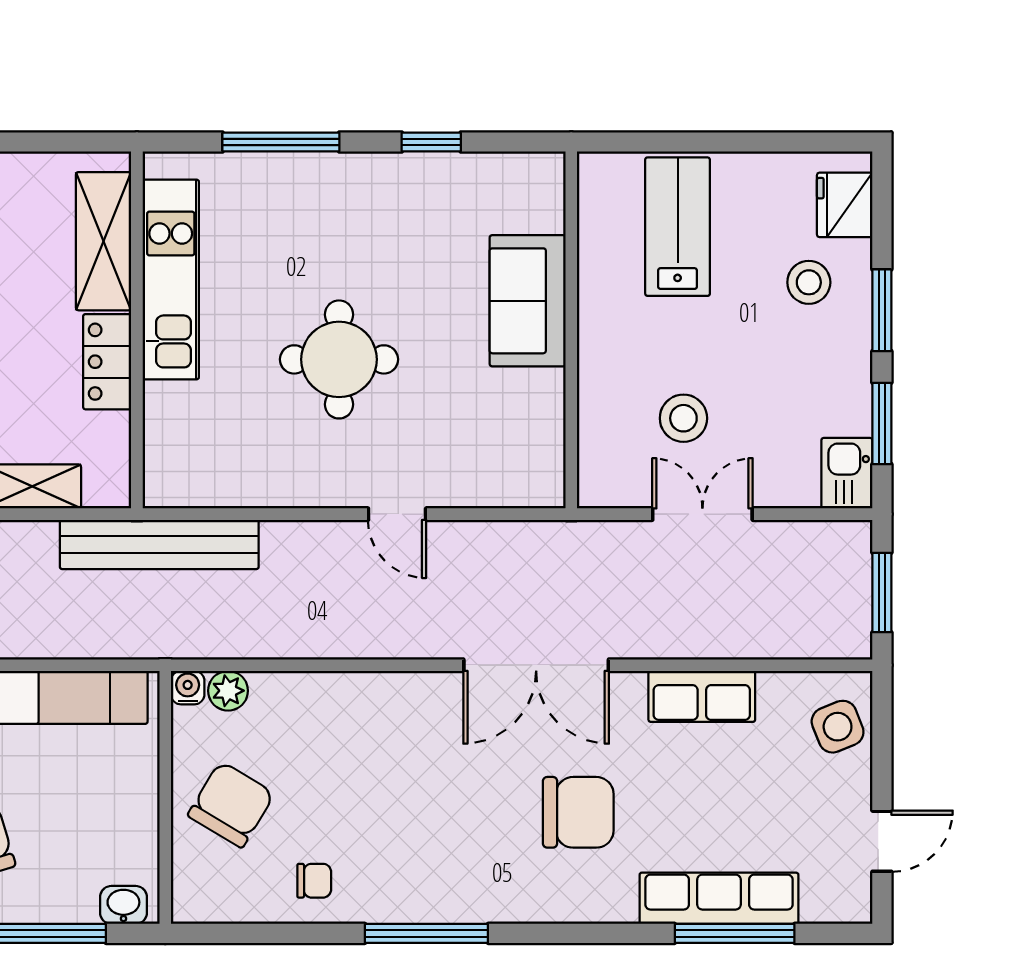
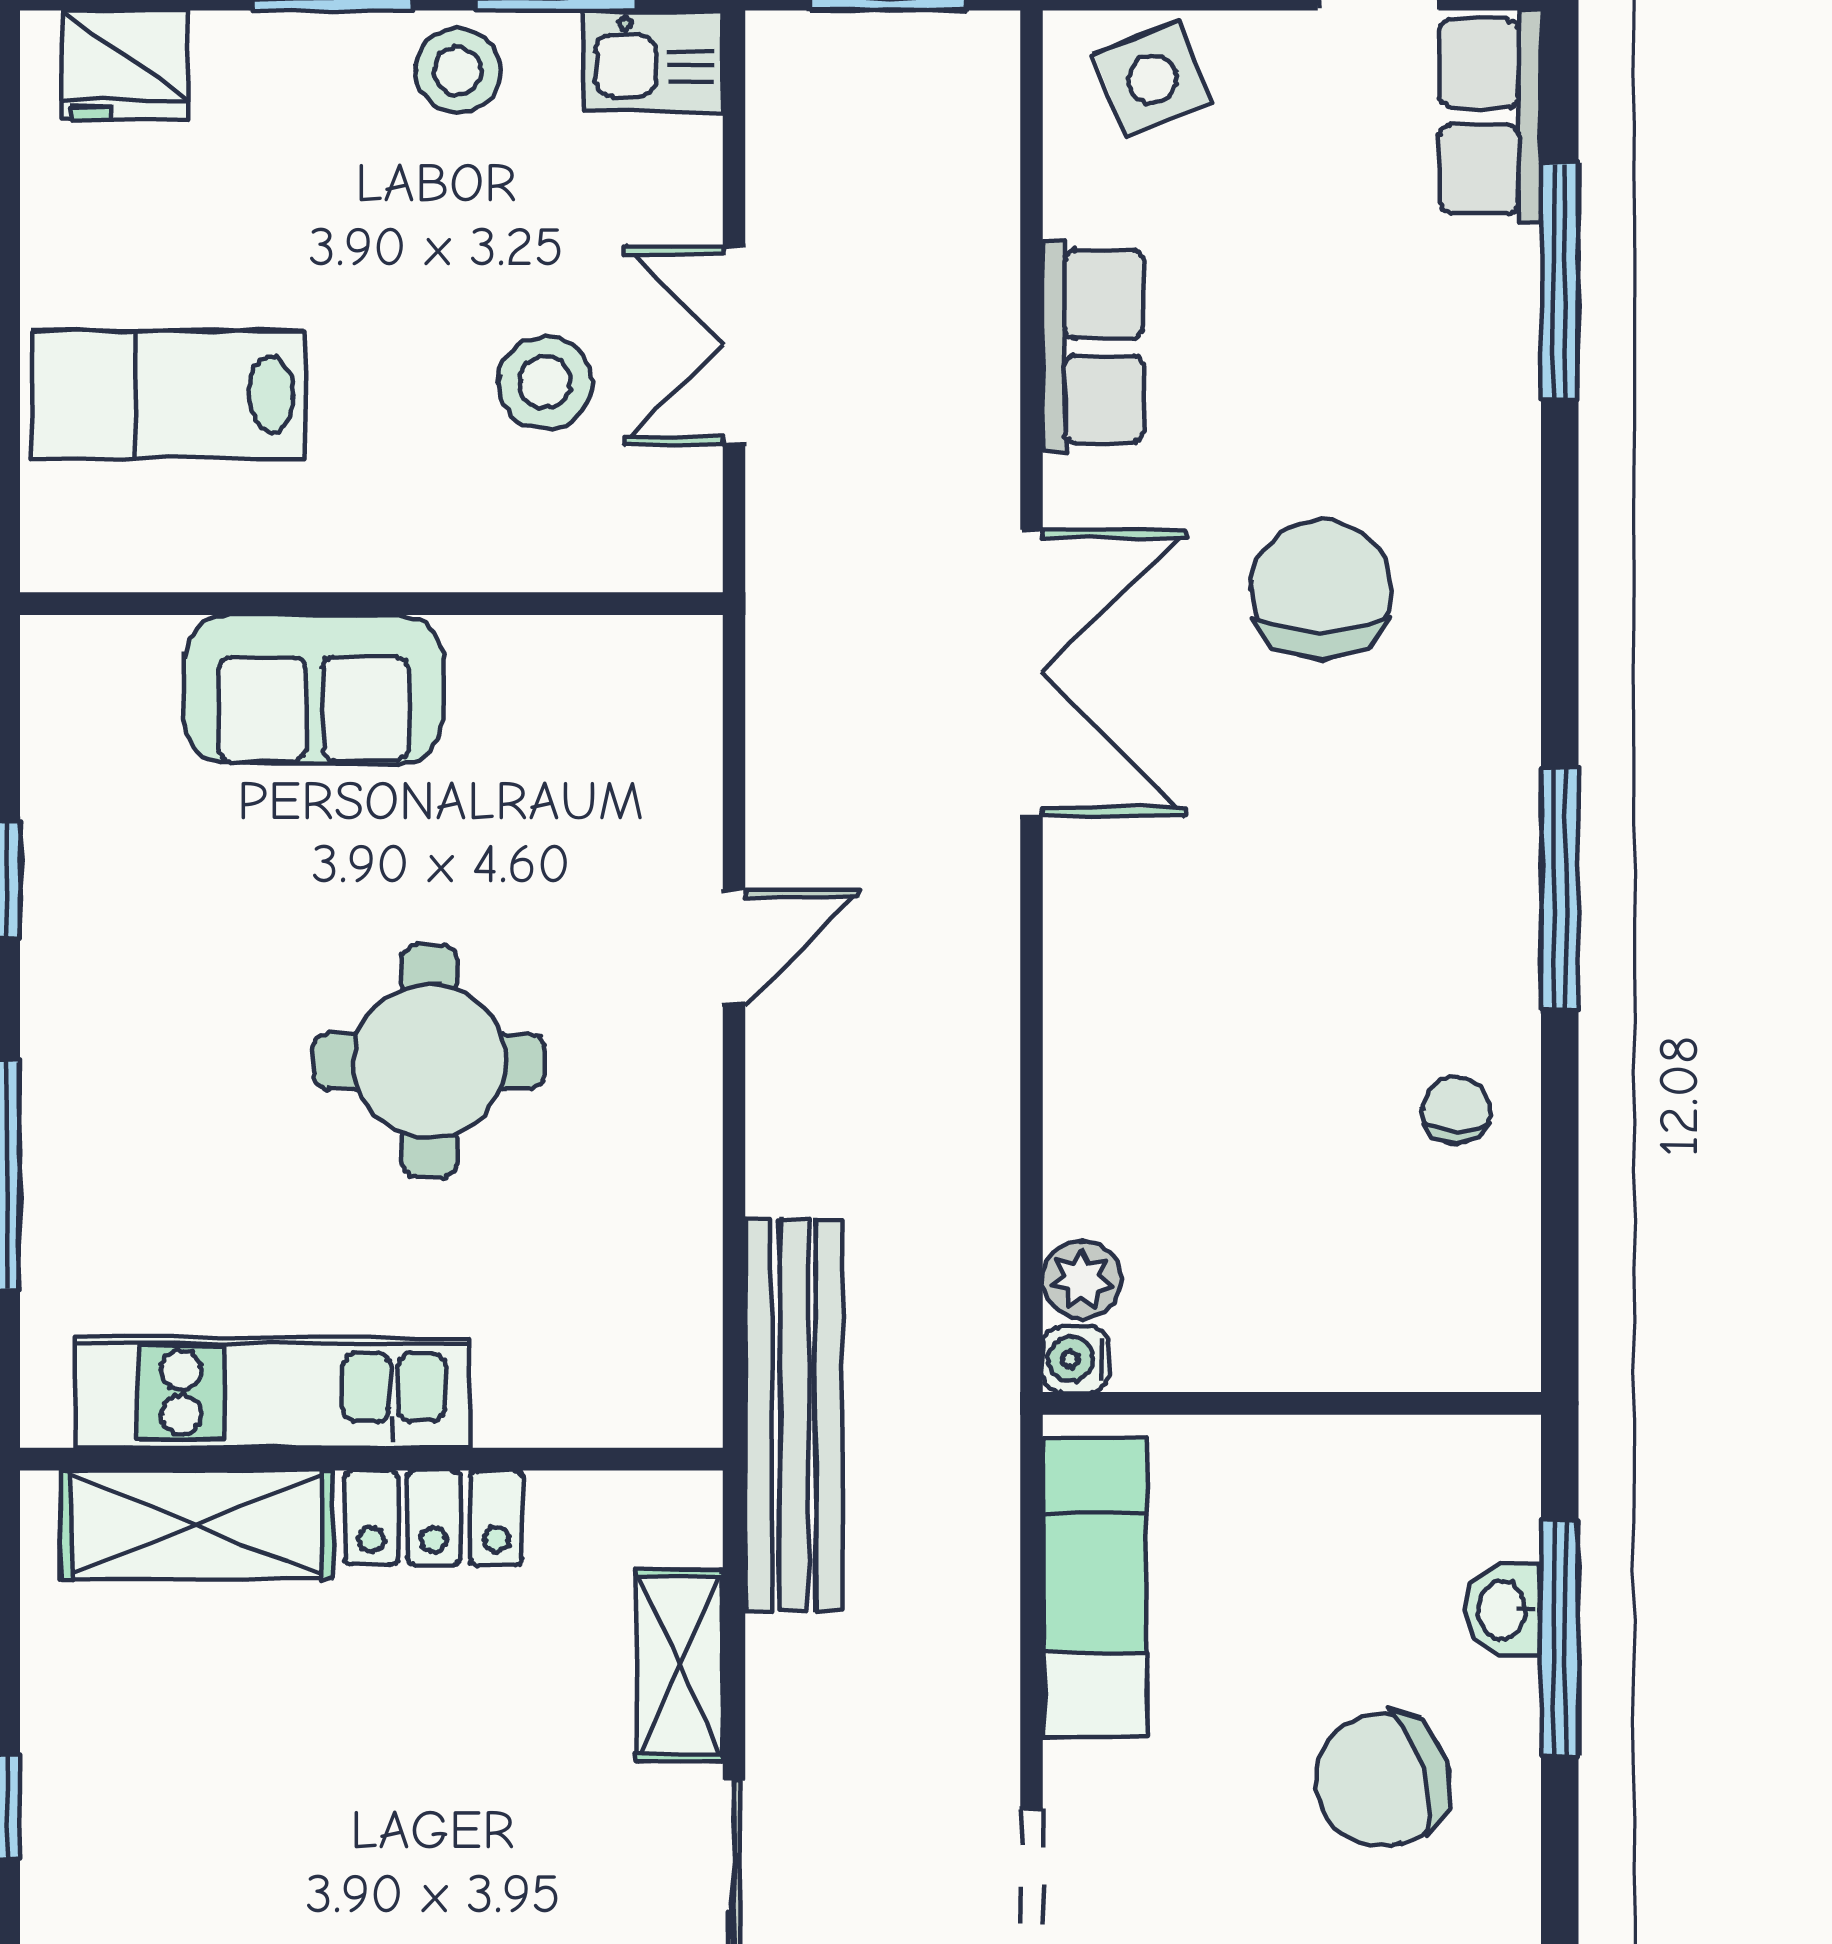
stool: (809, 282) -> (458, 71), moved
chair: (231, 804) -> (1306, 1274), removed
row of seats: (719, 898) -> (1491, 116), moved, width x0.68
washbasin: (123, 905) -> (1504, 1610), moved

